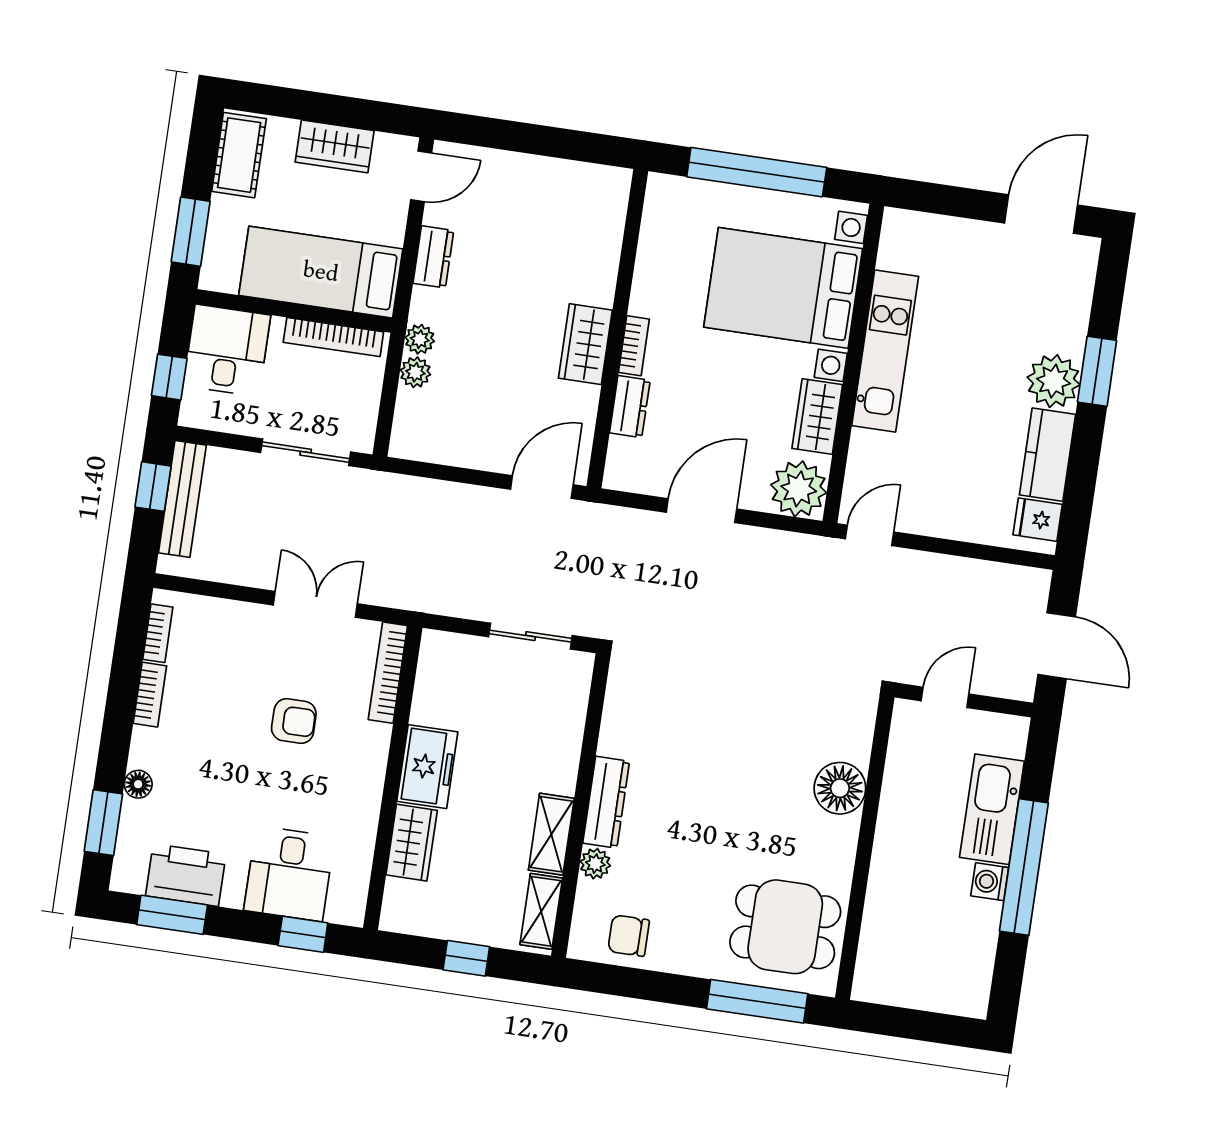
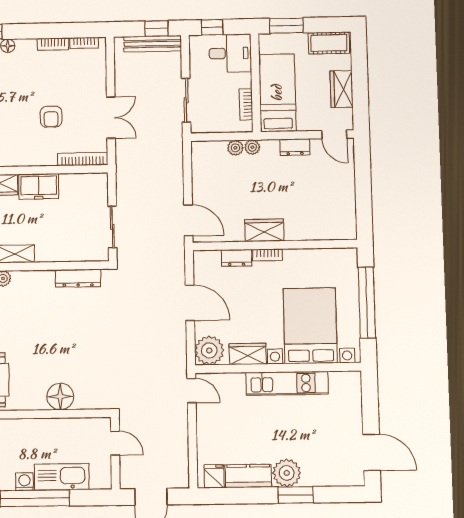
bookcase: (333, 337) -> (246, 104), width x0.64
dresser: (606, 802) -> (78, 278), moved

